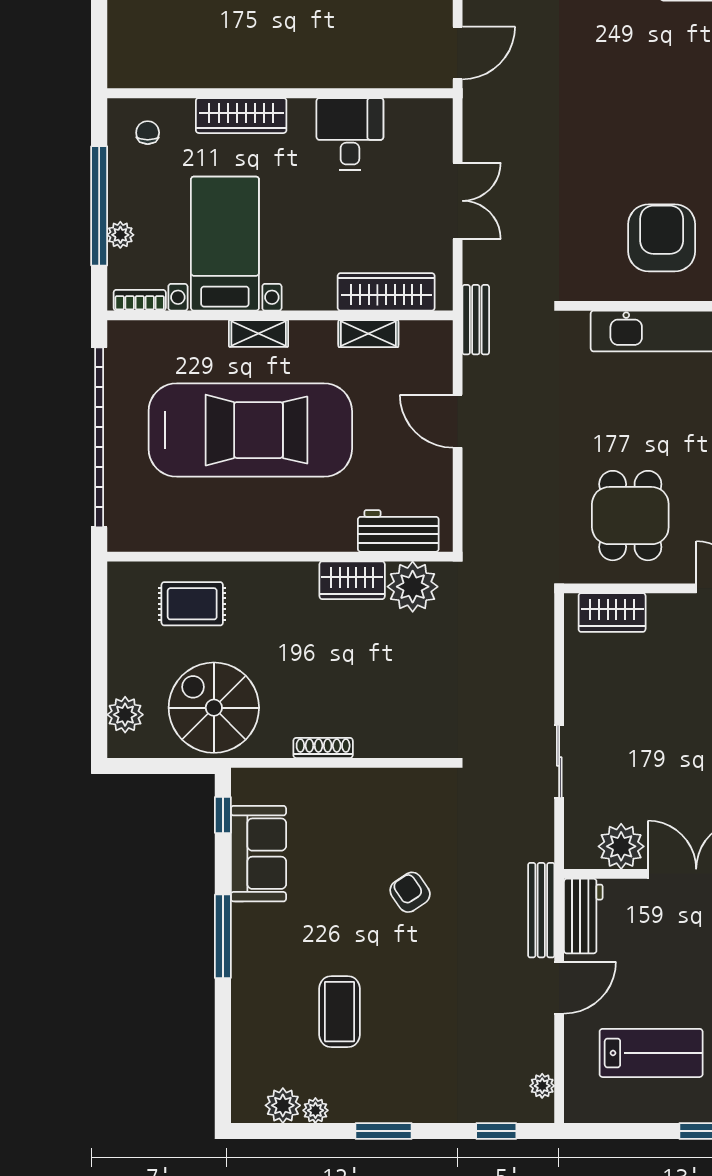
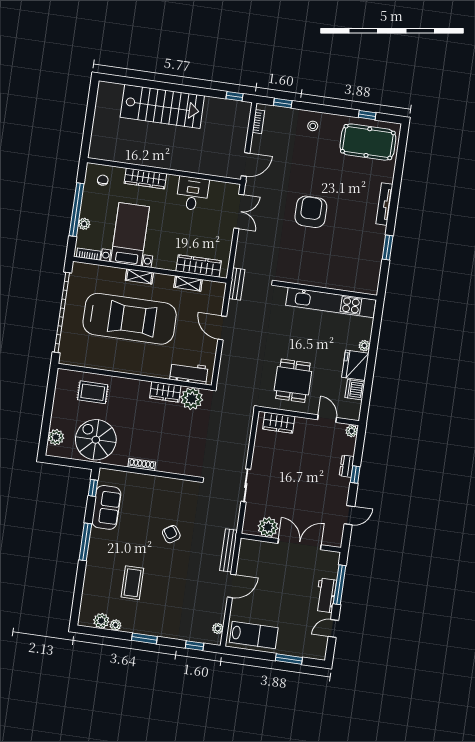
double door: (458, 201) -> (239, 211), moved
armchair: (662, 238) -> (311, 212), moved
workbench: (583, 916) -> (247, 556), removed
lab bench: (651, 1053) -> (254, 635), moved

